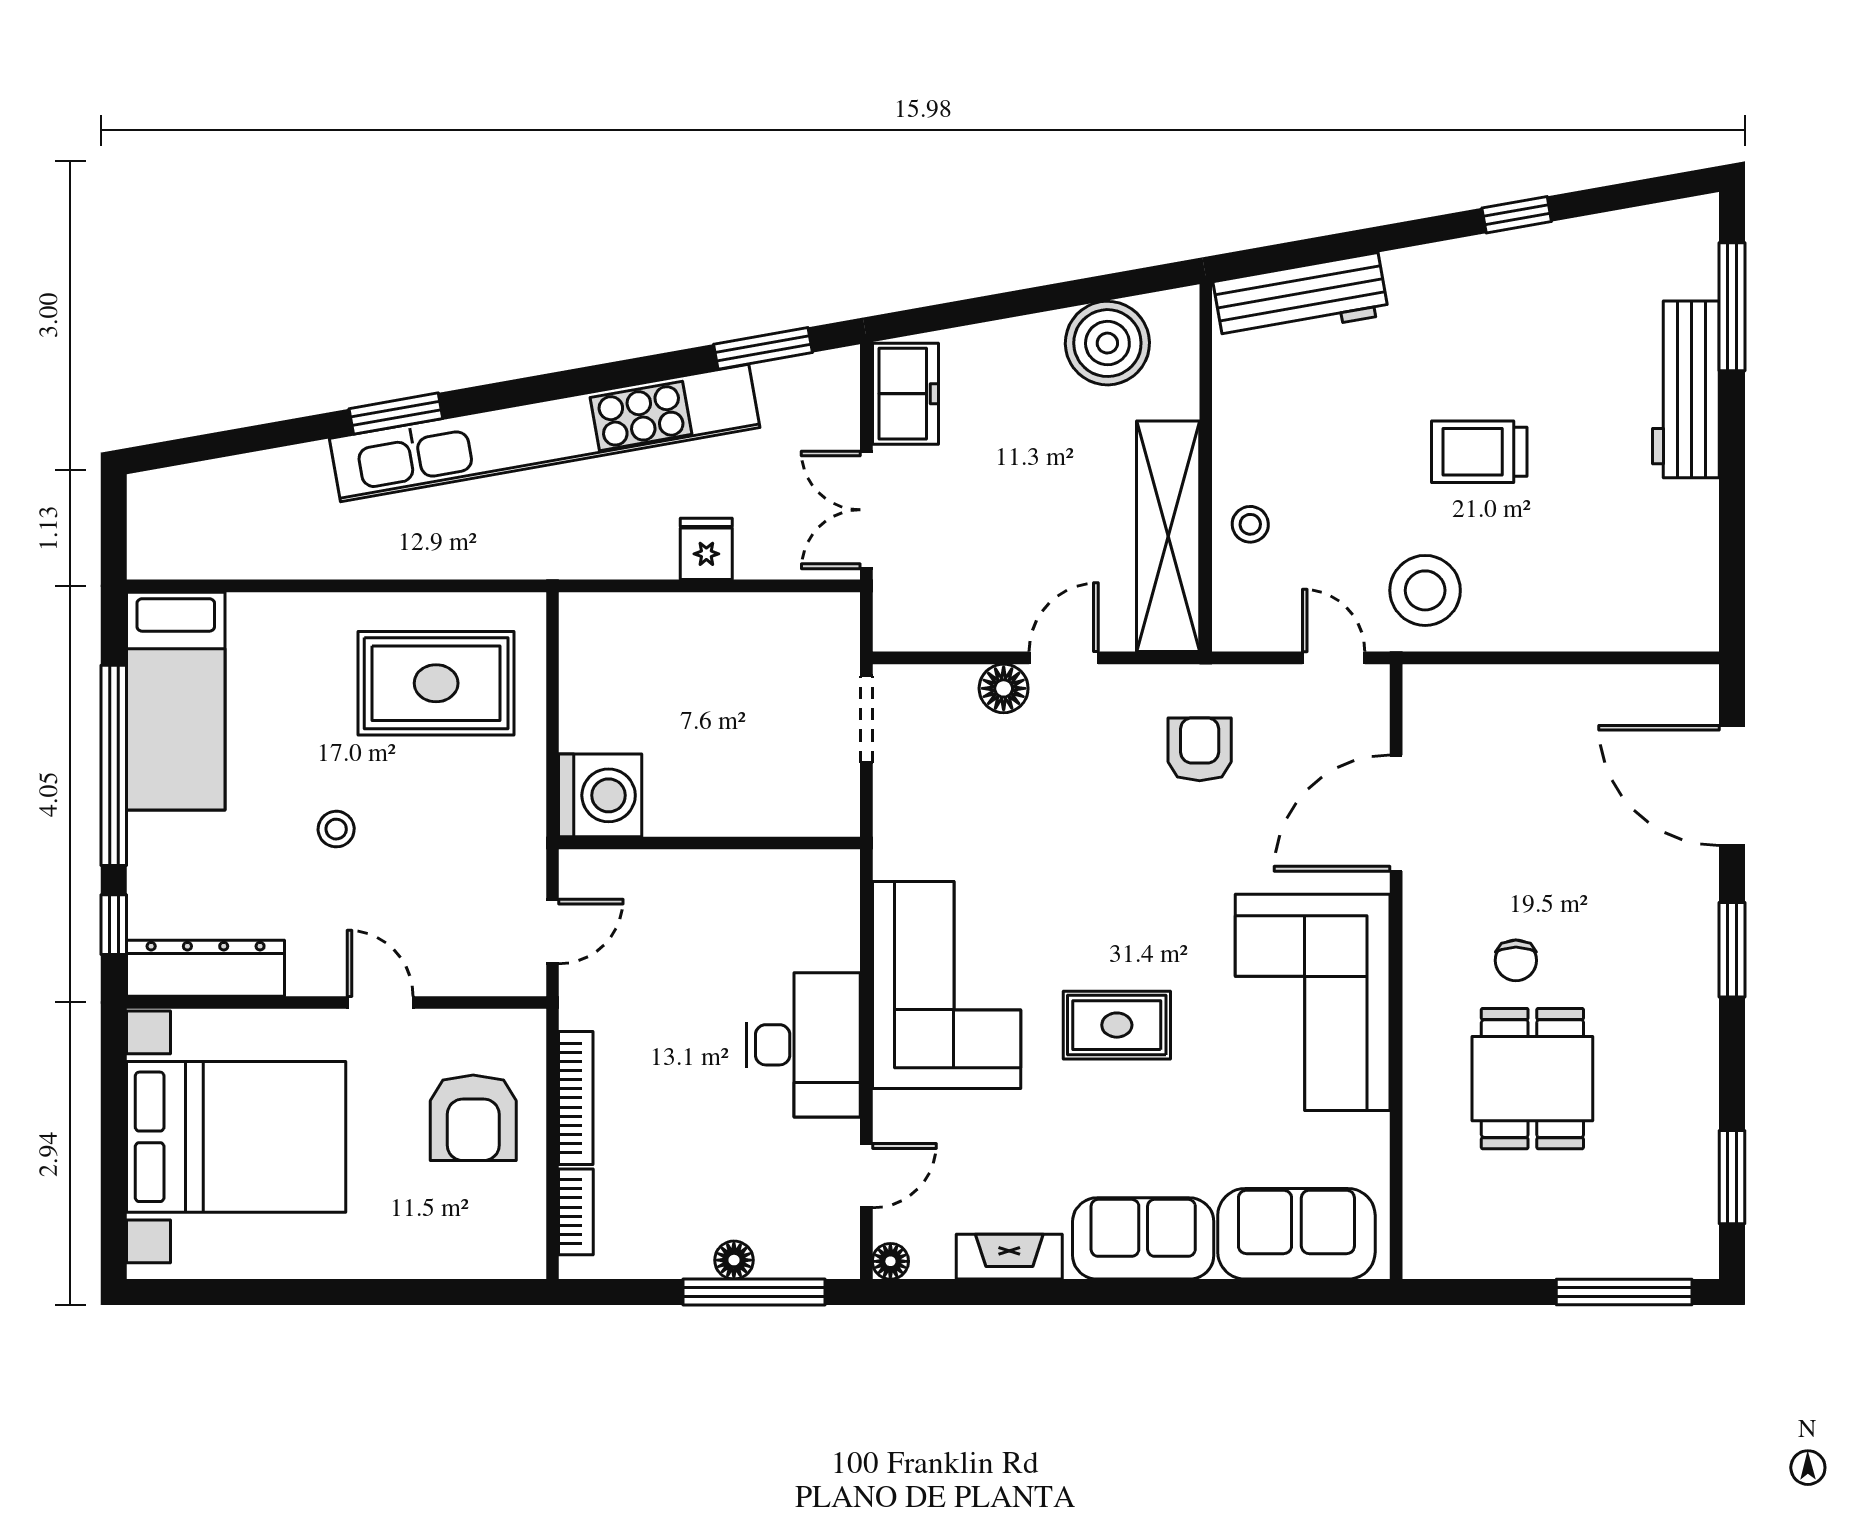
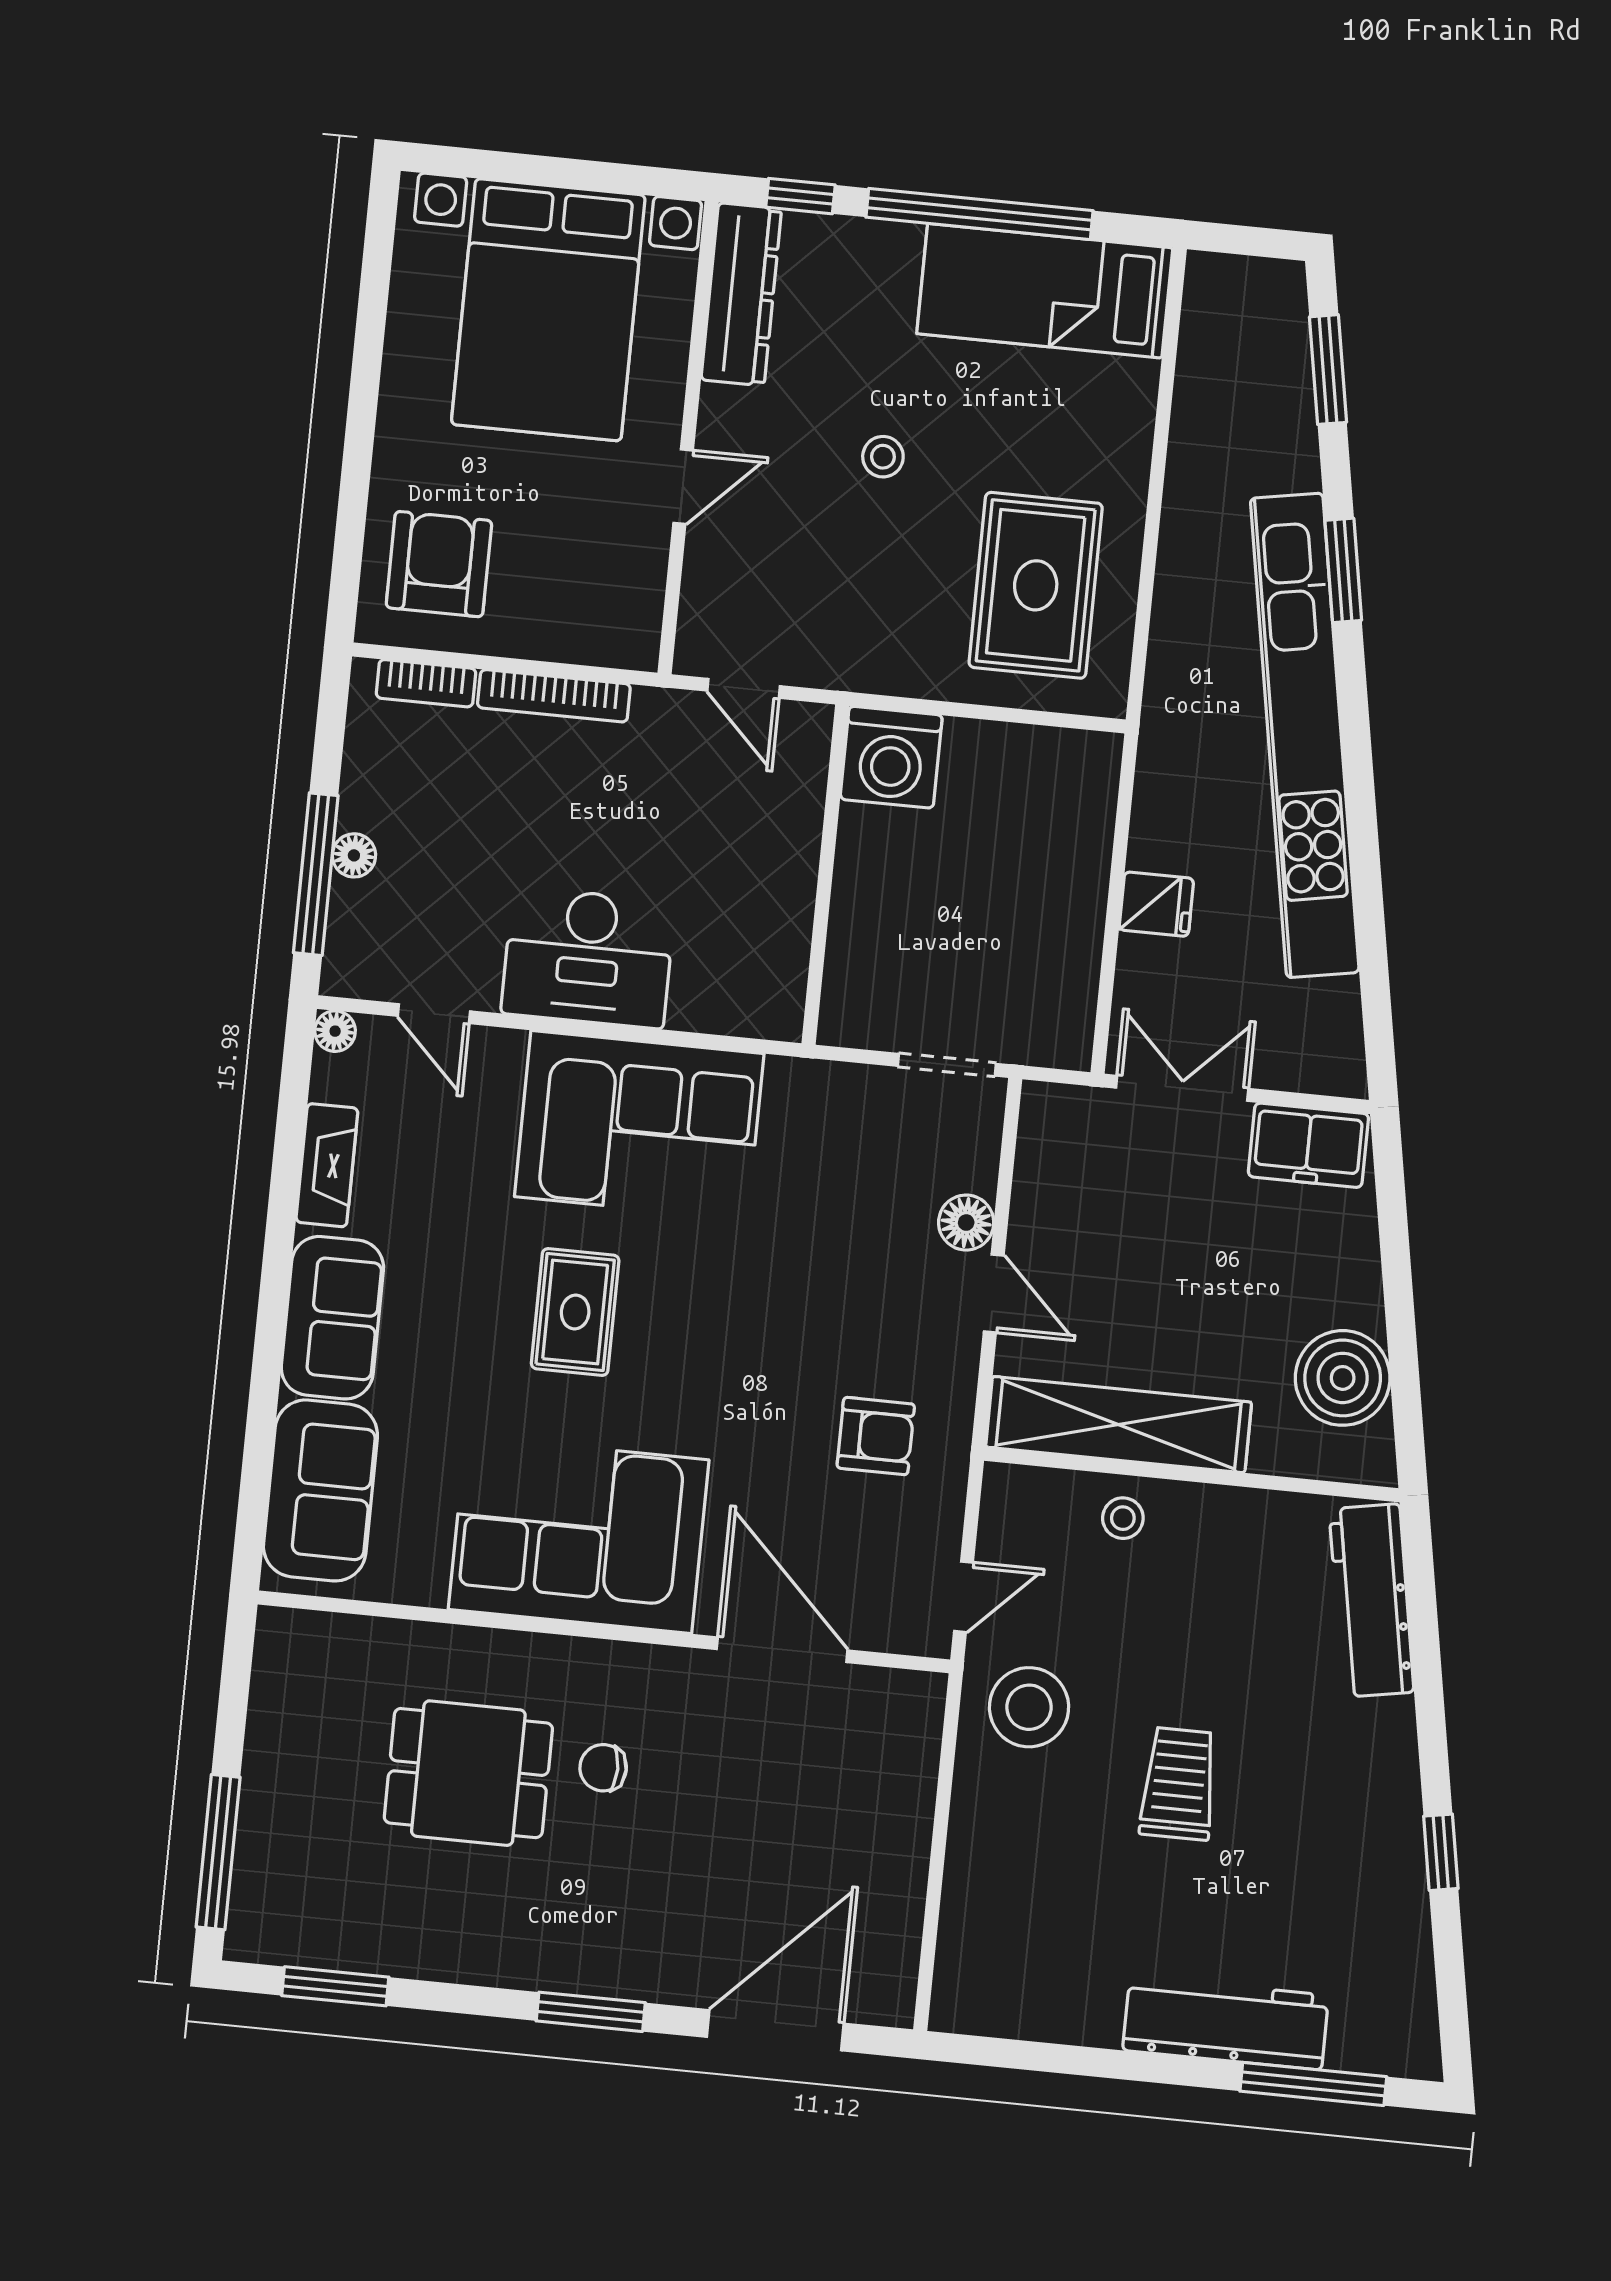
window: (763, 348) -> (1328, 370), moved
armchair: (473, 1118) -> (439, 564), moved, turned 90

